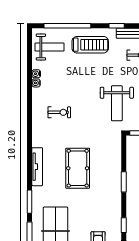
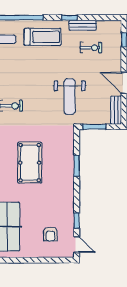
window: (124, 182) -> (77, 166), moved

